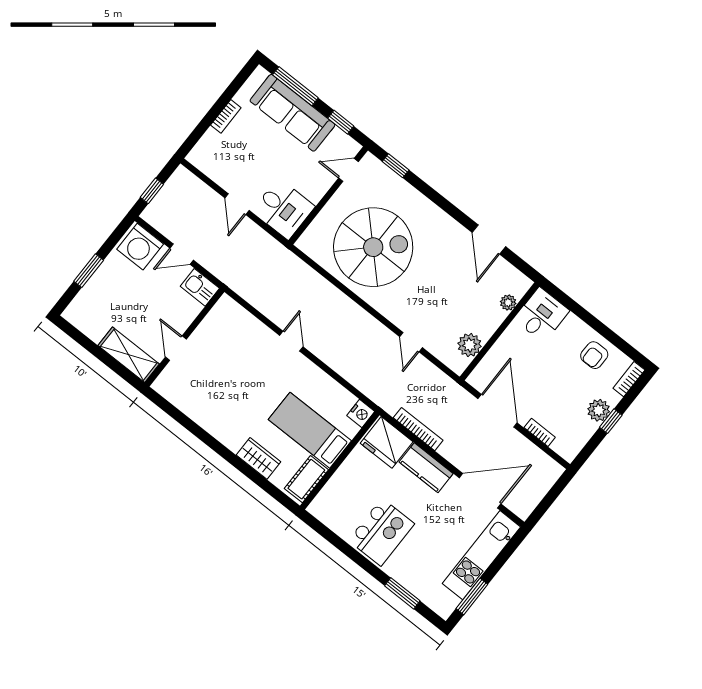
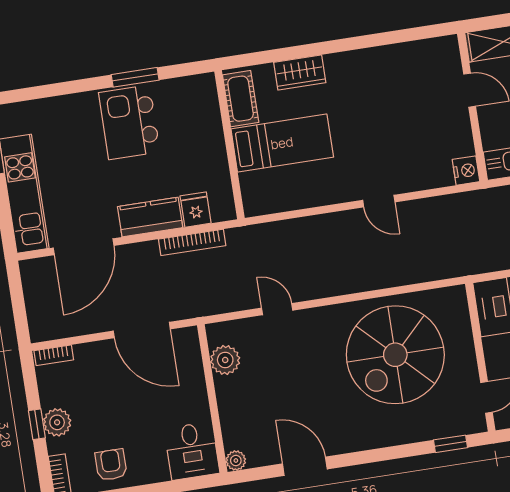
plant: (508, 303) -> (236, 460), moved
nightstand: (361, 414) -> (466, 171), moved, turned 180
bookcase: (540, 432) -> (54, 355), moved
fridge: (387, 442) -> (196, 210), width x0.53, depth x0.75
window: (402, 593) -> (135, 77), moved

